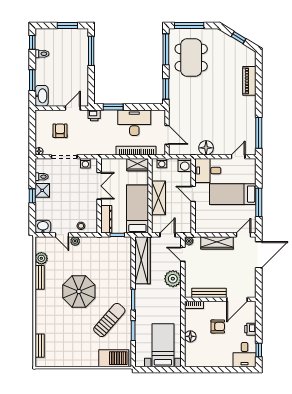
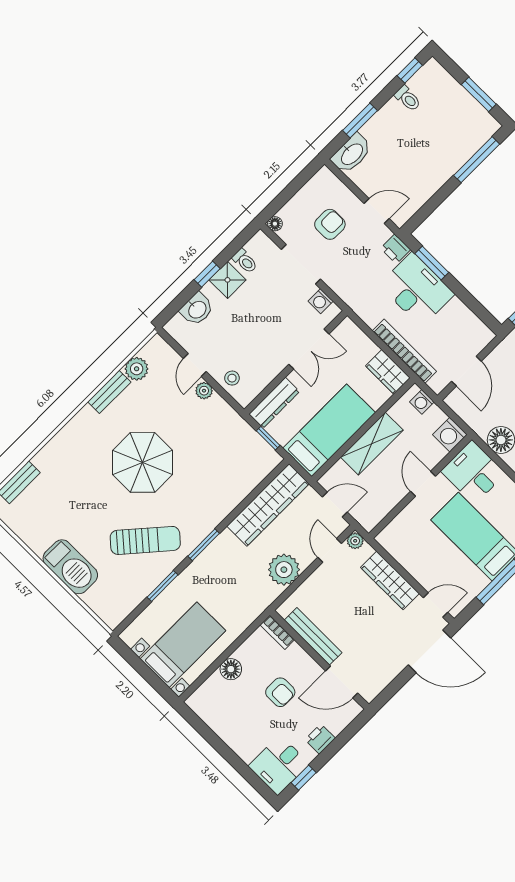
desk: (134, 123) -> (417, 290), moved
washbasin: (43, 227) -> (197, 309), moved, turned 90
barbecue: (114, 358) -> (70, 567), moved

